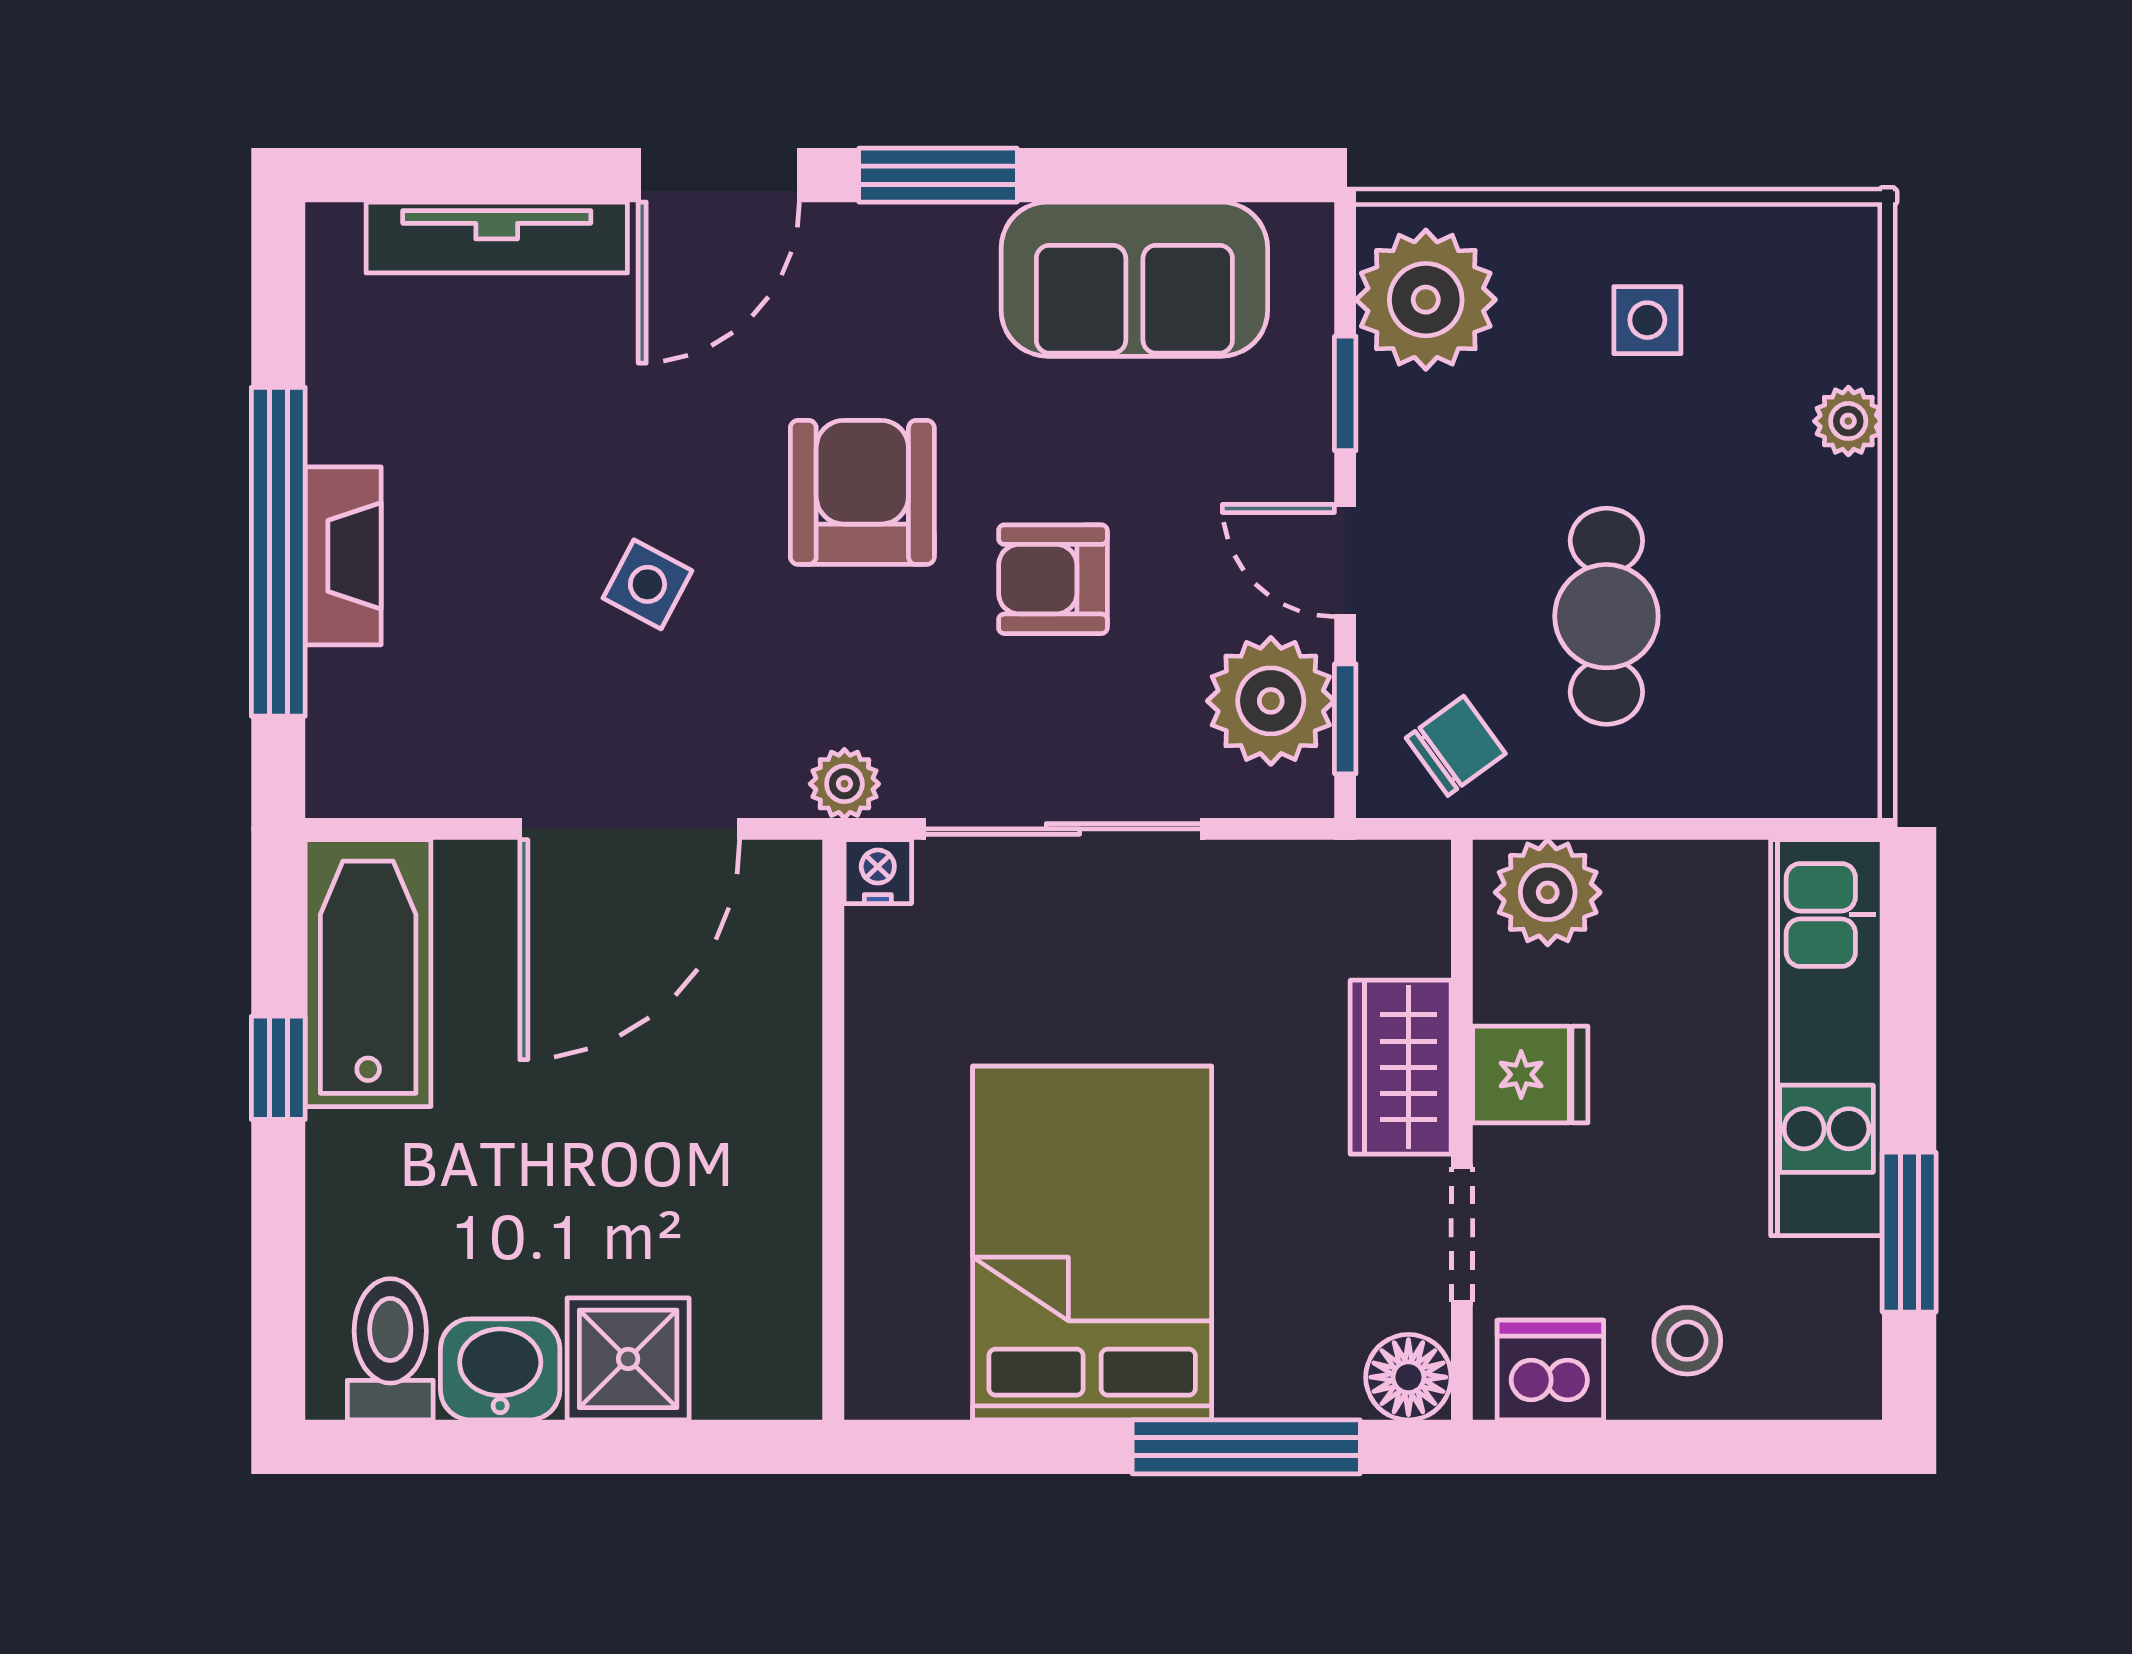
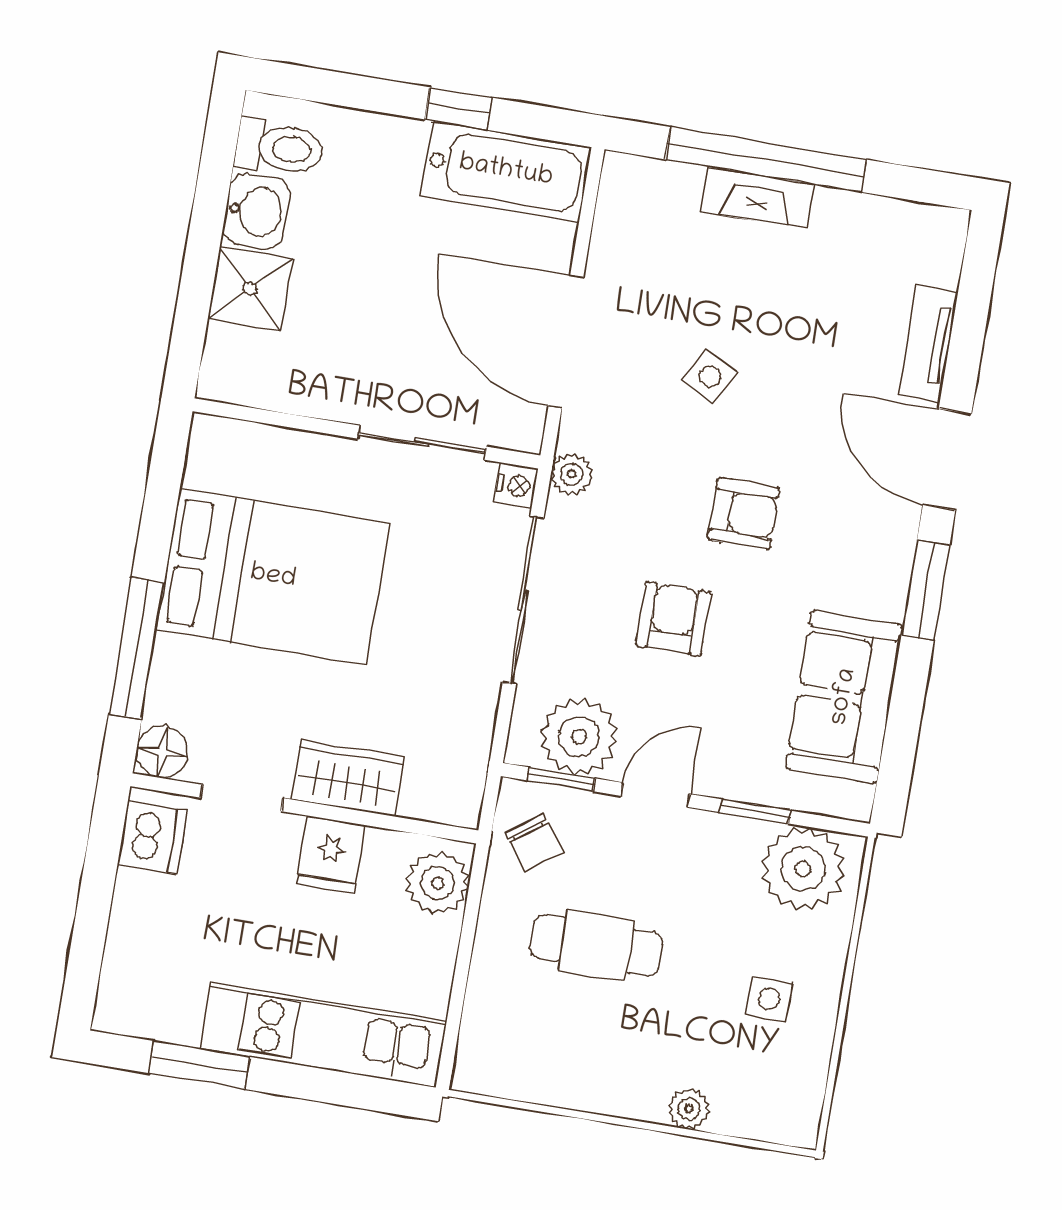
tv unit: (497, 238) -> (928, 343), width x0.71
armchair: (862, 492) -> (744, 514), width x0.72, depth x0.72
sliding door: (833, 1037) -> (422, 443), added
stool: (1687, 1341) -> (156, 922), removed

